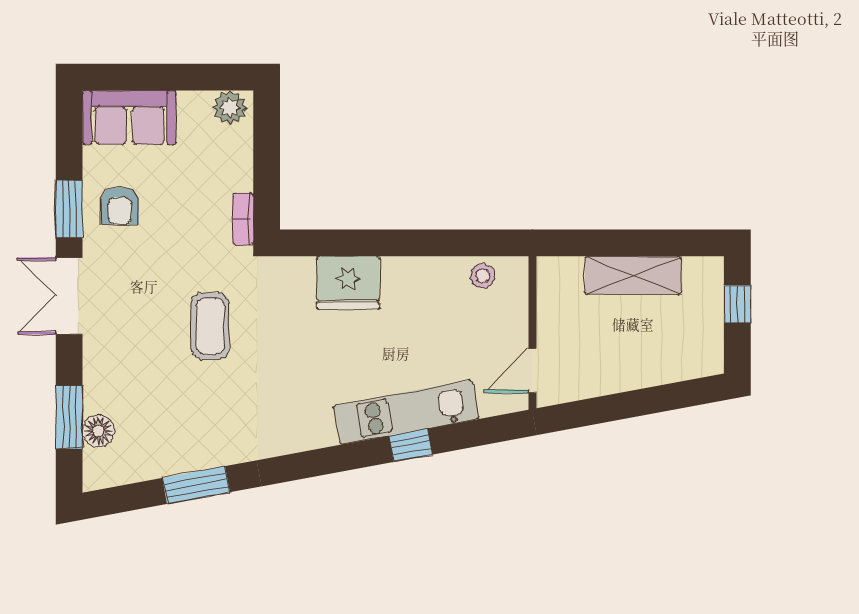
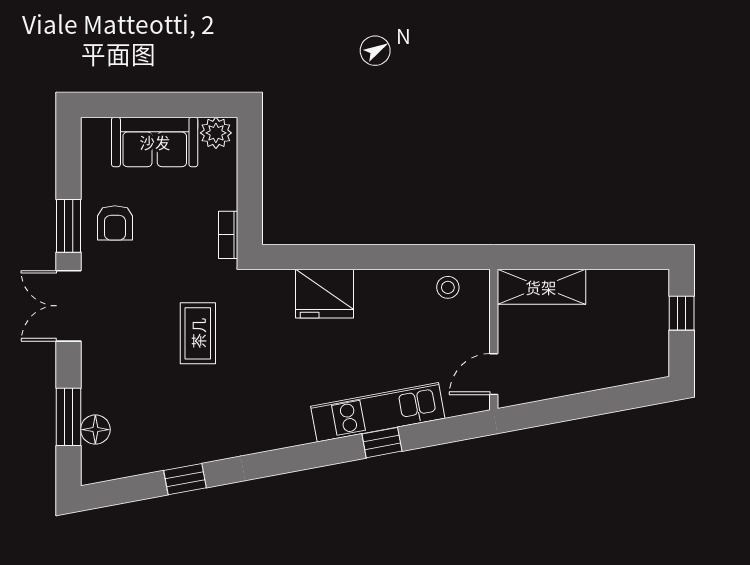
sofa: (129, 118) -> (155, 142), moved
shelving: (633, 275) -> (541, 287), moved
window: (196, 485) -> (185, 479), width x0.67

